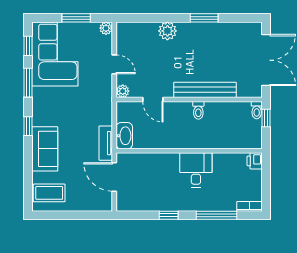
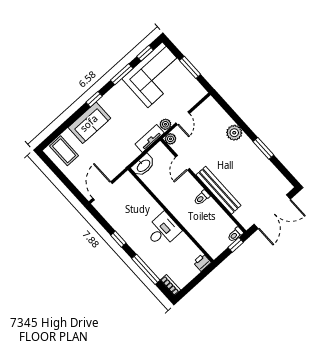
plant: (106, 28) -> (165, 124), moved
tv unit: (106, 143) -> (150, 138), moved
door: (114, 177) -> (103, 191), moved

